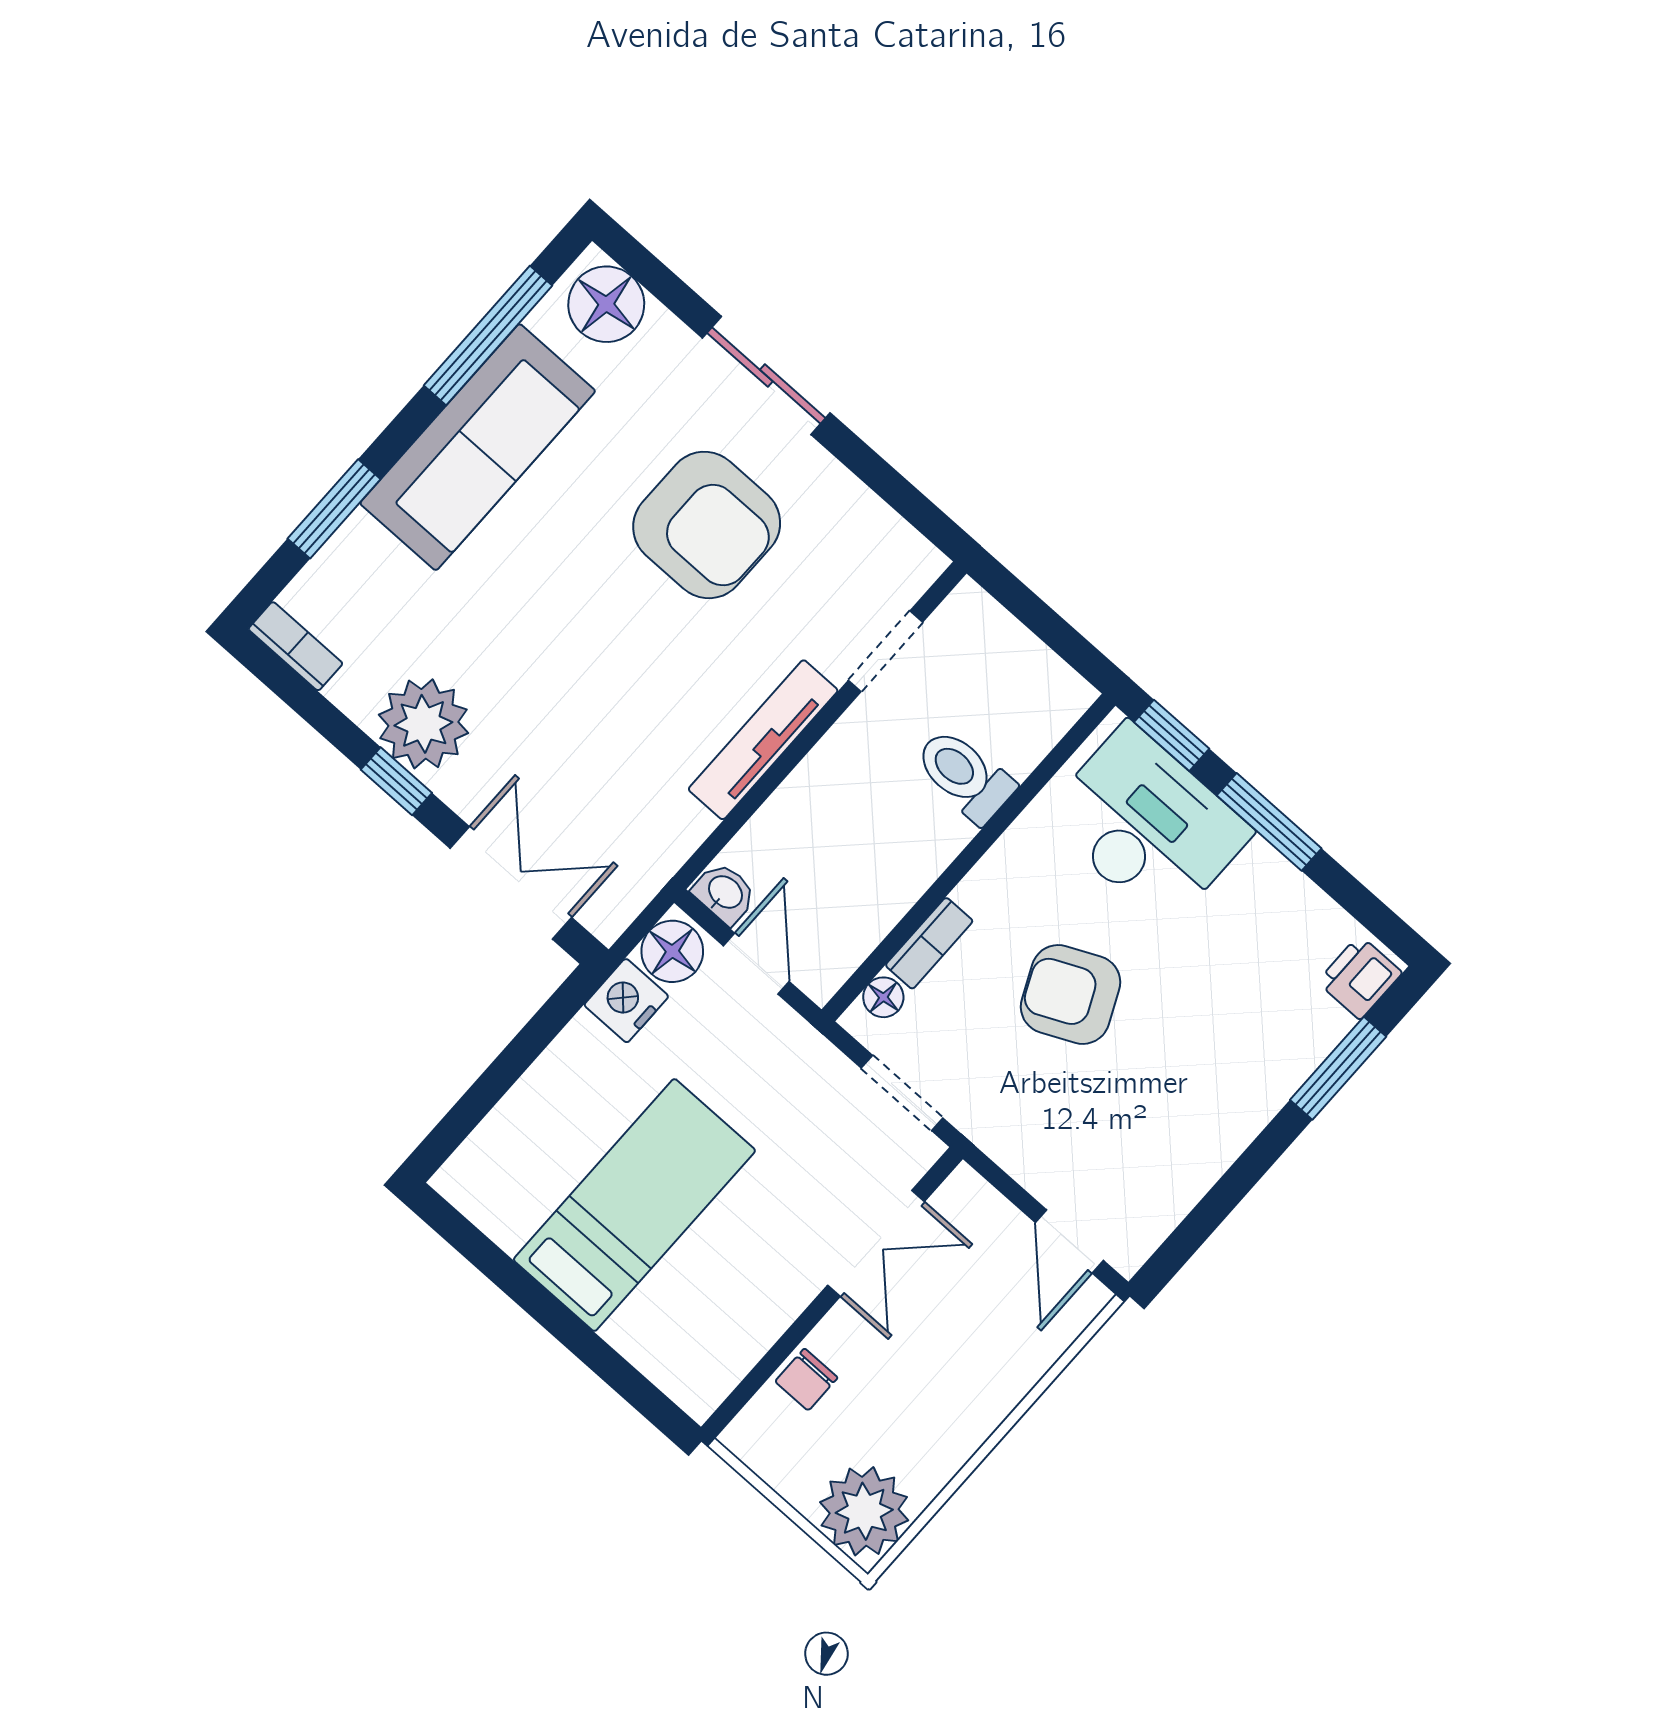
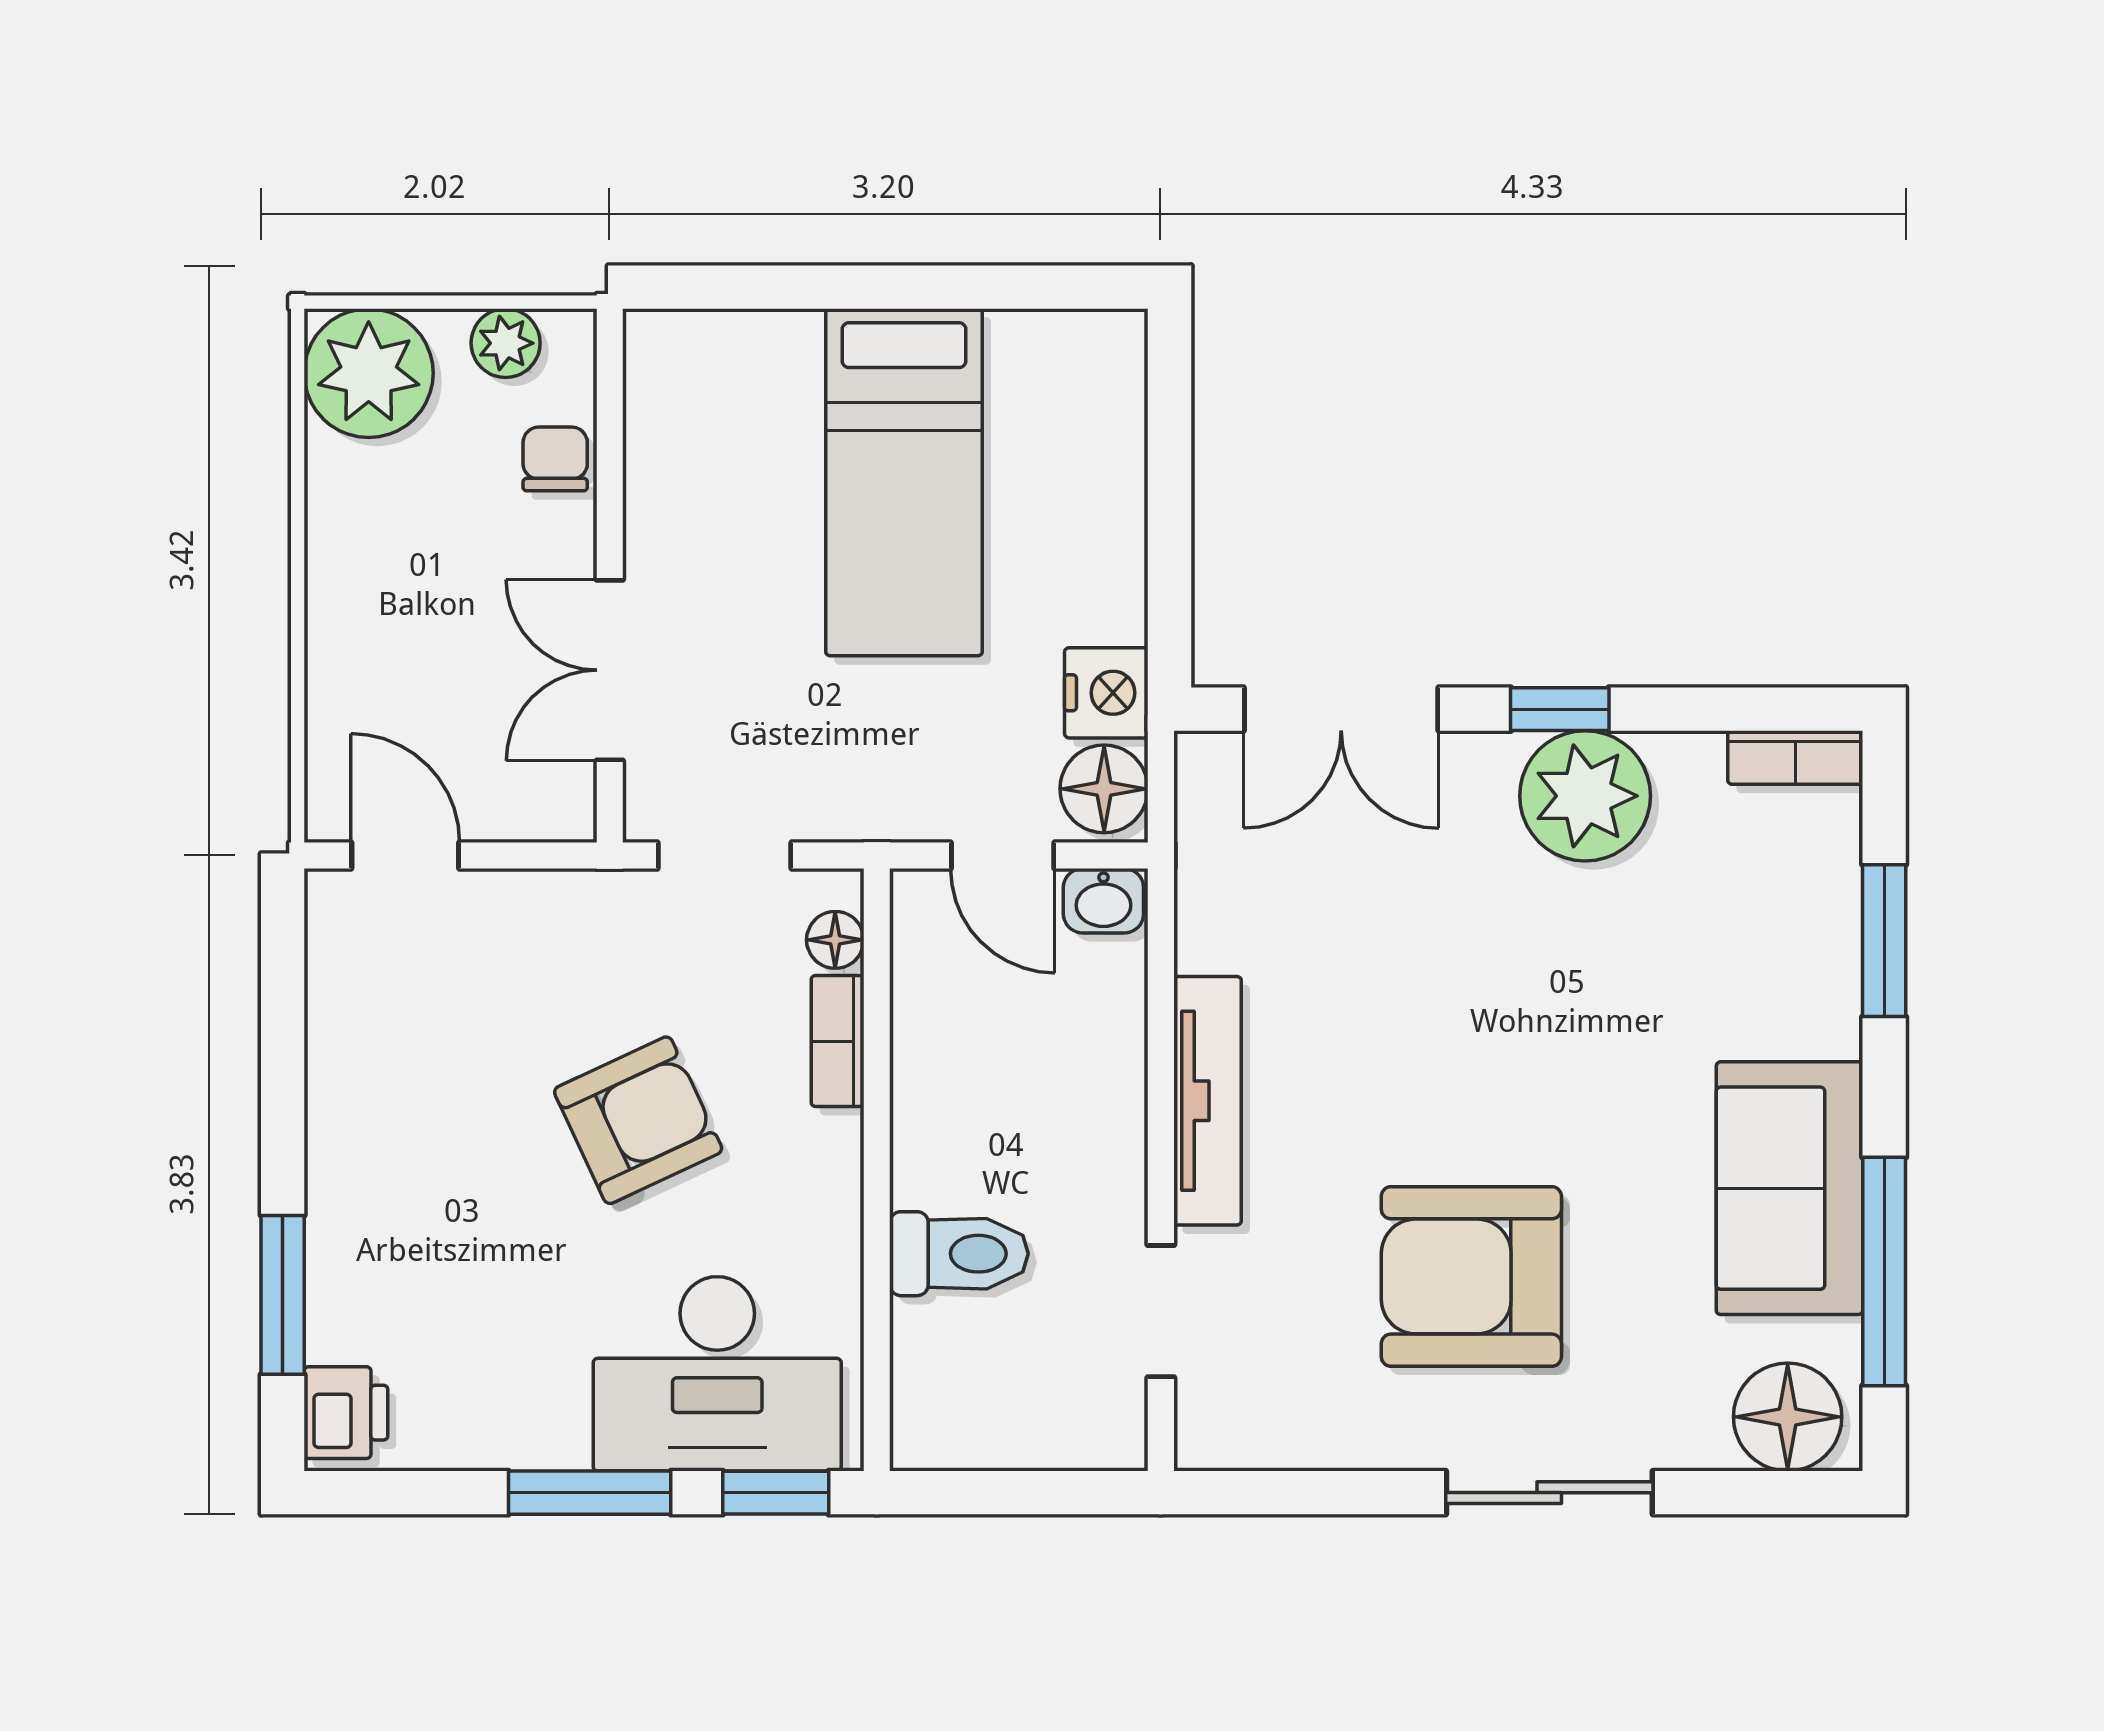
sofa: (478, 447) -> (1789, 1188), width x0.73
plant: (778, 1463) -> (506, 343), added

